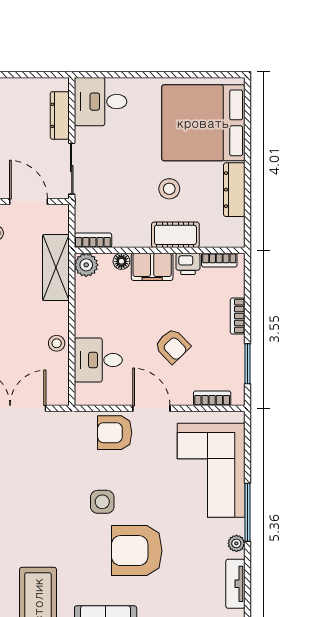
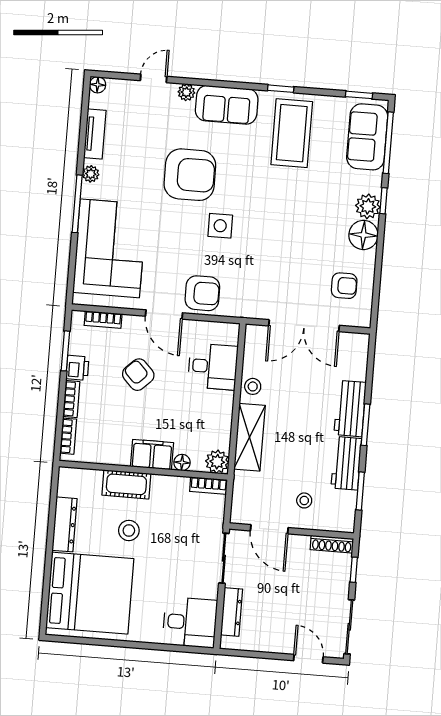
bookcase: (219, 260) -> (68, 436), moved, turned 90
printer: (188, 264) -> (77, 368), moved, turned 90
shelving: (56, 268) -> (249, 437), moved

